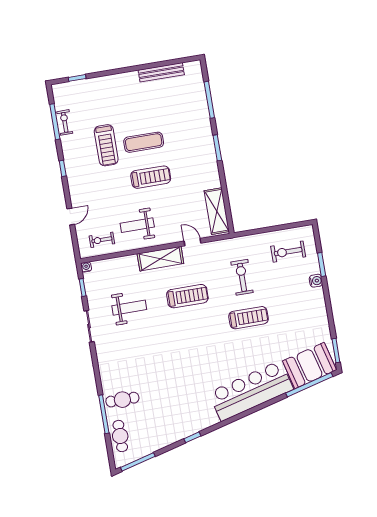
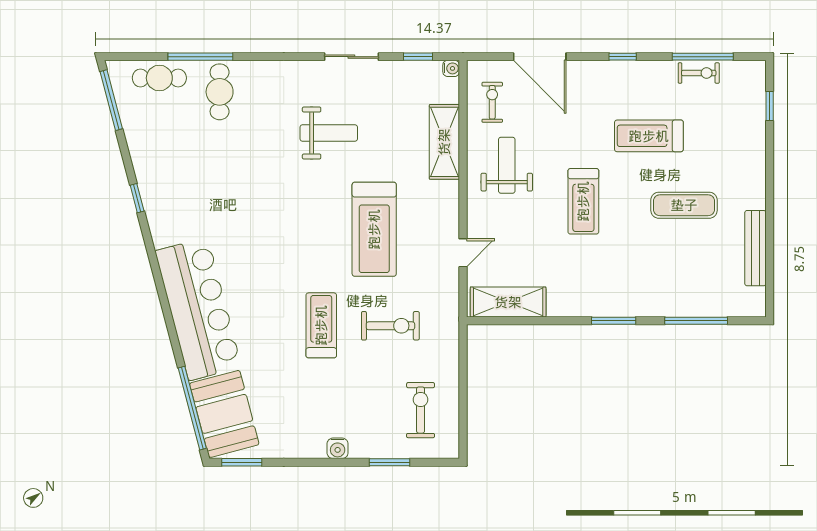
exercise mat: (144, 142) -> (684, 205), moved, turned 90
door: (71, 217) -> (540, 57), width x1.88
shelving: (160, 259) -> (444, 142), moved
water cooler: (316, 281) -> (338, 448), moved
treadmill: (187, 296) -> (374, 229), width x1.37, depth x1.37
weight bench: (129, 308) -> (329, 133), moved, turned -90
treadmill: (248, 318) -> (321, 325), turned 180

